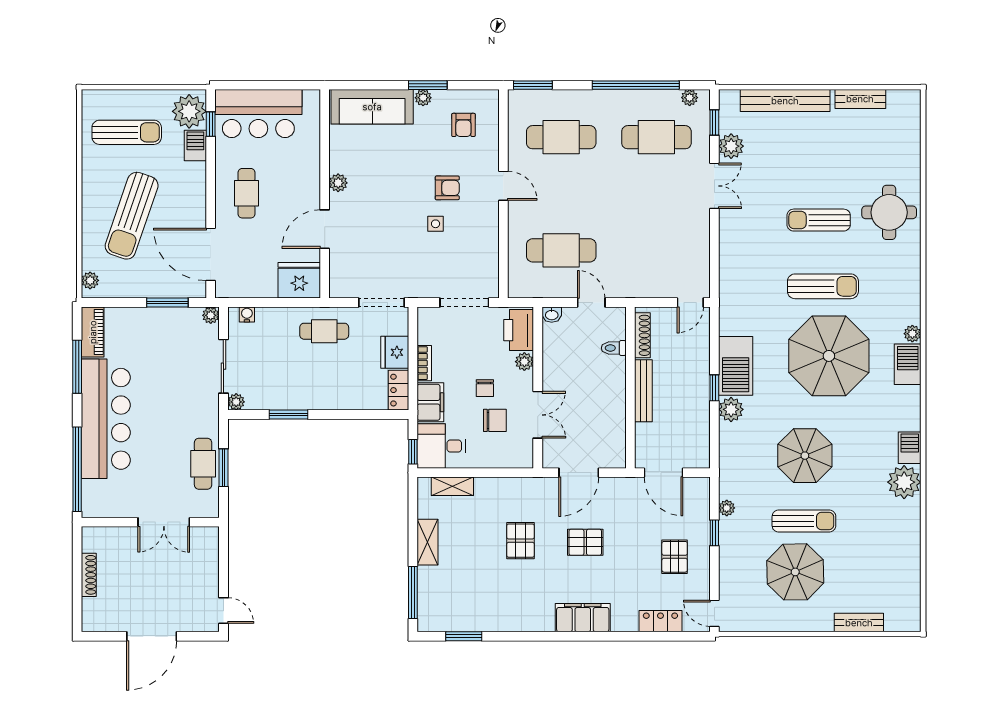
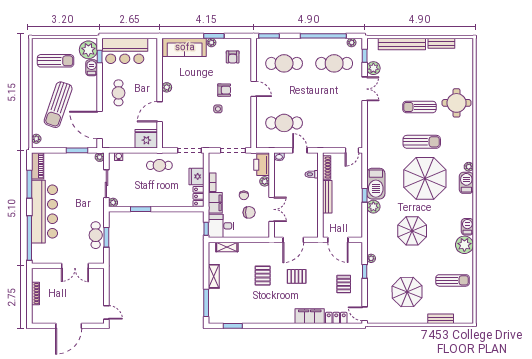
sun lounger: (804, 521) -> (453, 280), moved
filing cabinet: (583, 618) -> (310, 316), moved

